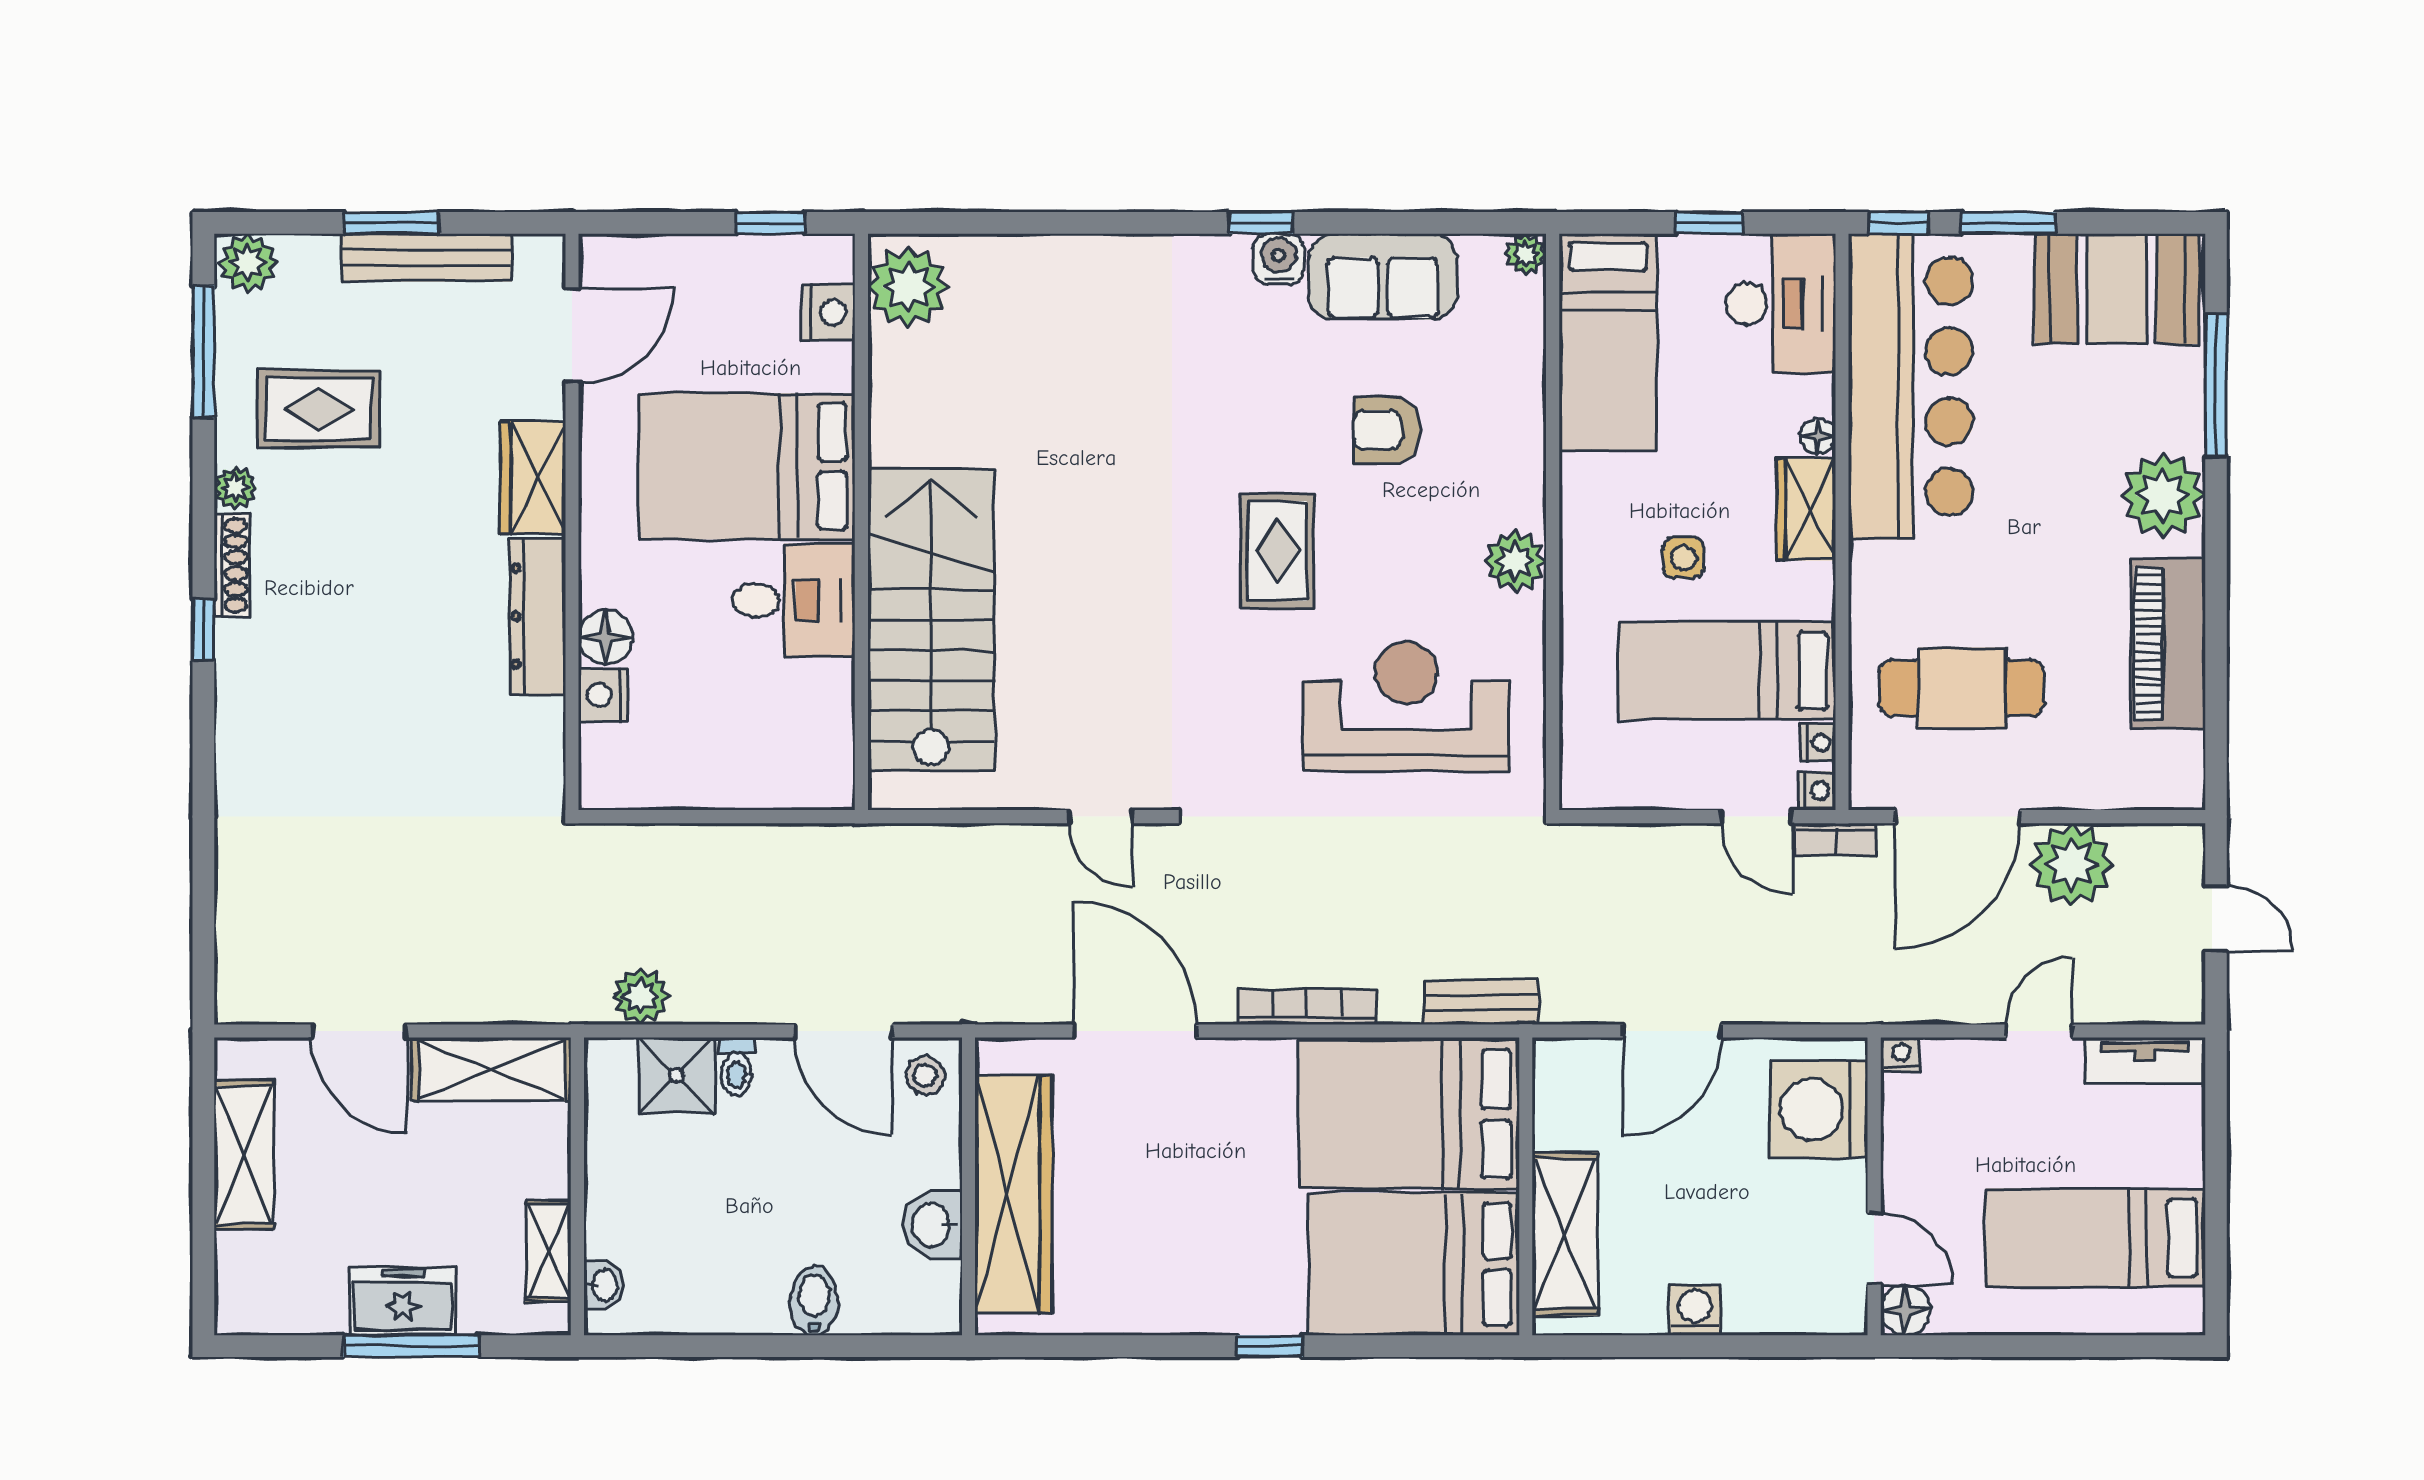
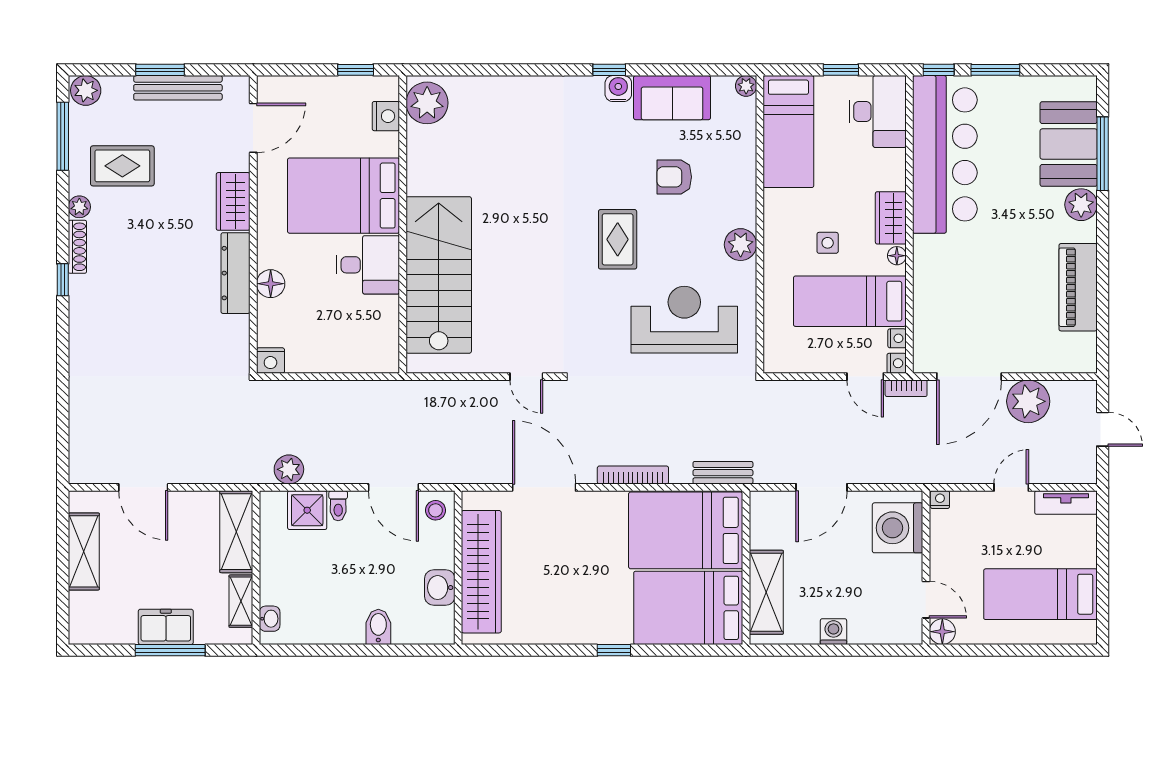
booth: (2117, 289) -> (1069, 144), moved, turned 90
floor lamp: (1818, 436) -> (897, 256), moved
plant: (2163, 495) -> (1081, 205), width x0.73, depth x0.73
cafe table: (1962, 688) -> (971, 310), removed
nightstand: (603, 695) -> (270, 361), moved, turned -90
shelving: (492, 1069) -> (236, 532), moved, turned 90

